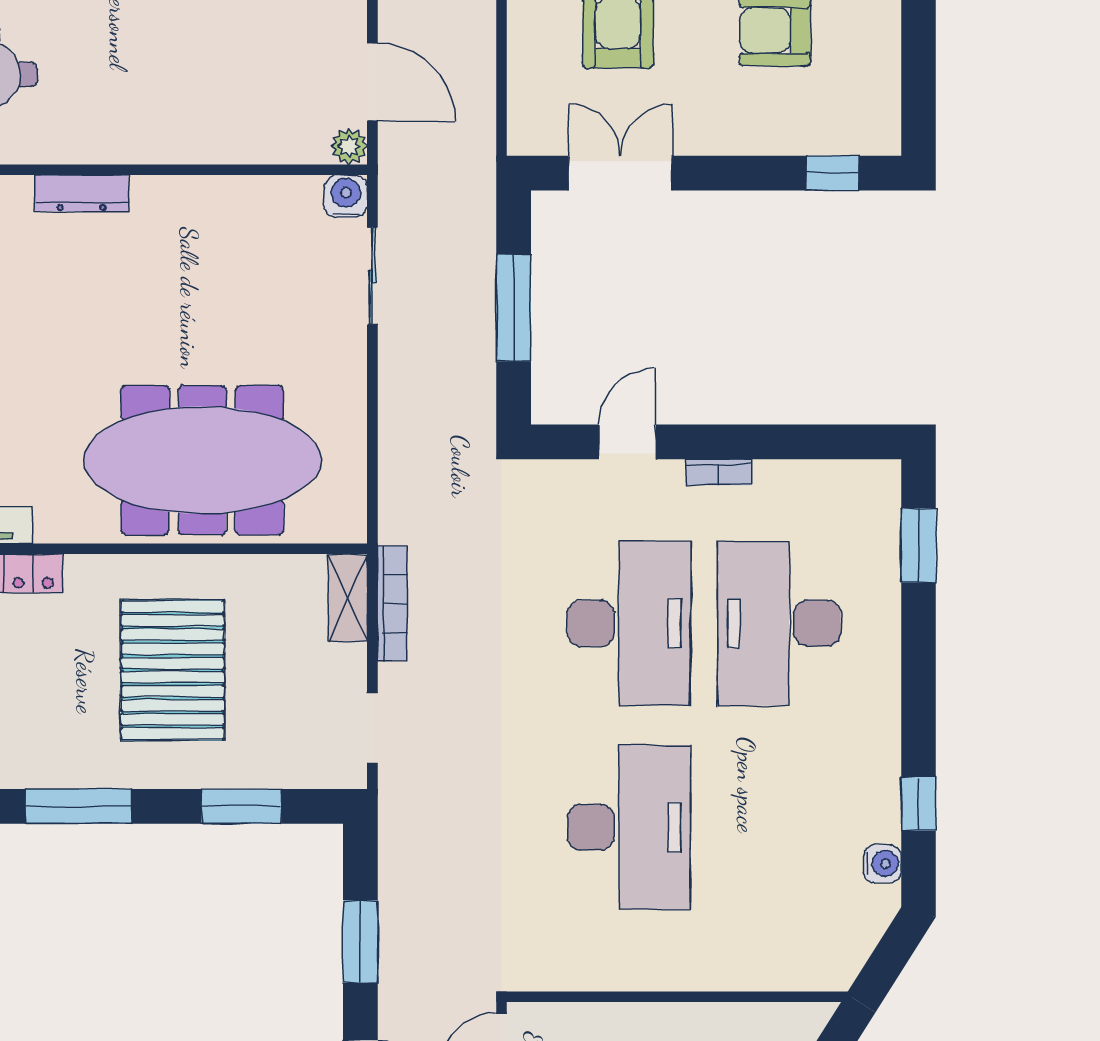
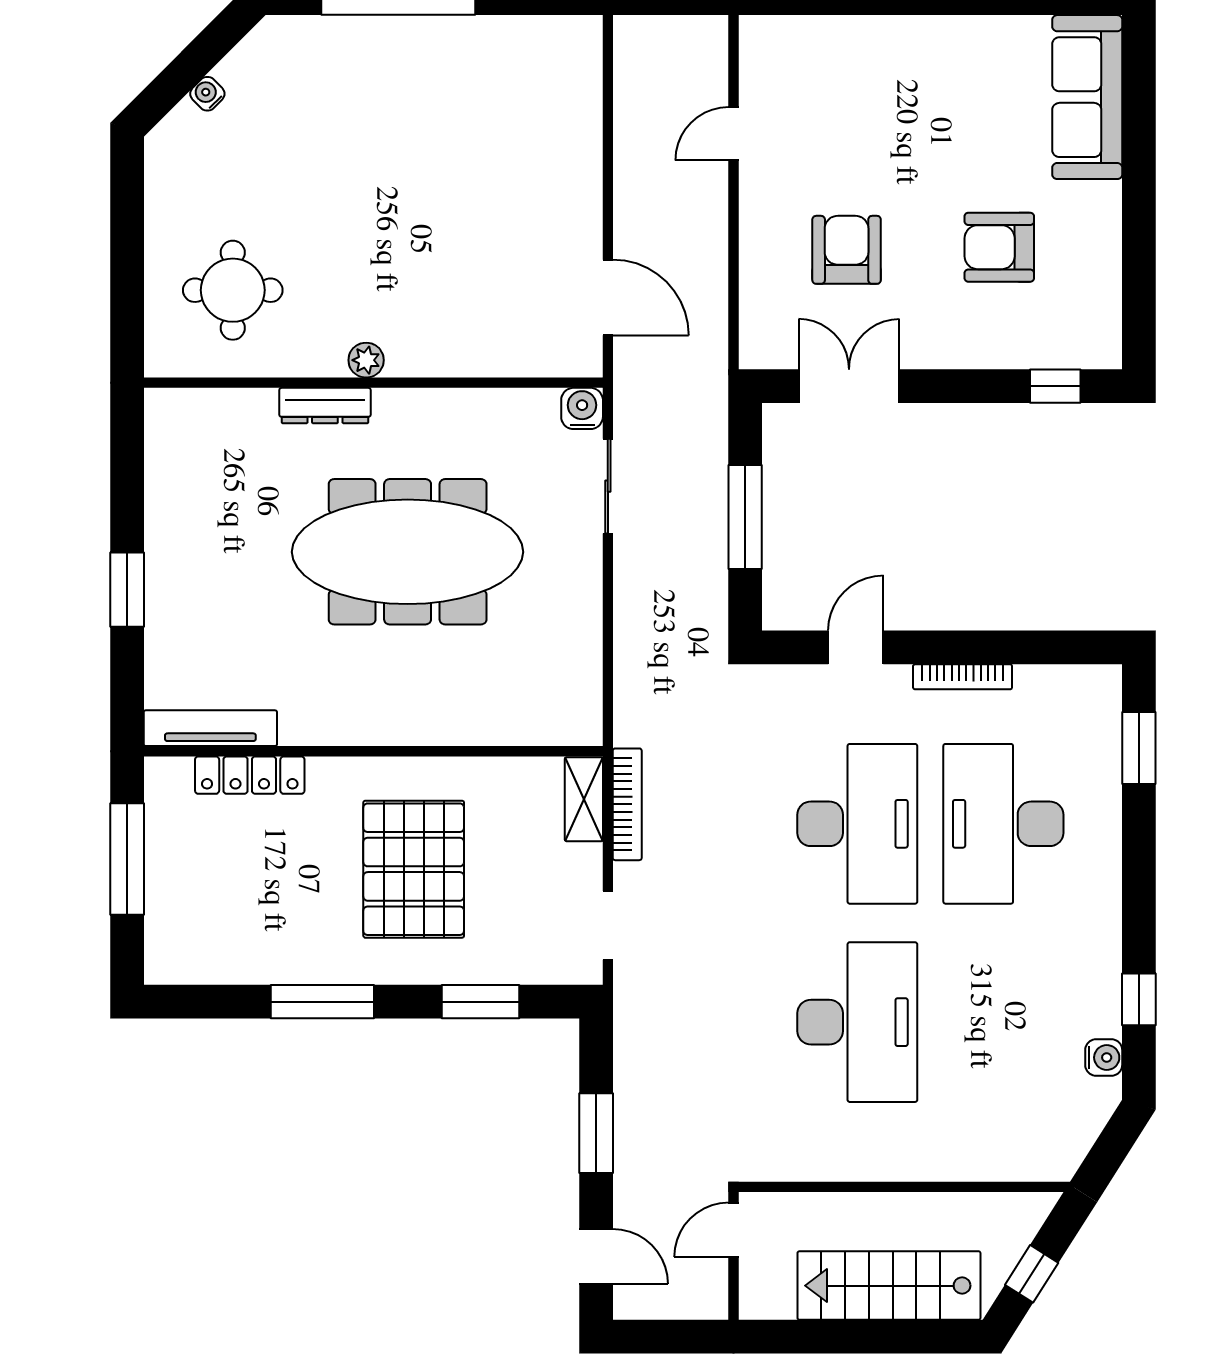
plant: (349, 146) -> (366, 360), moved
meeting table: (202, 460) -> (408, 552), moved
bookcase: (719, 472) -> (963, 677), width x1.56

